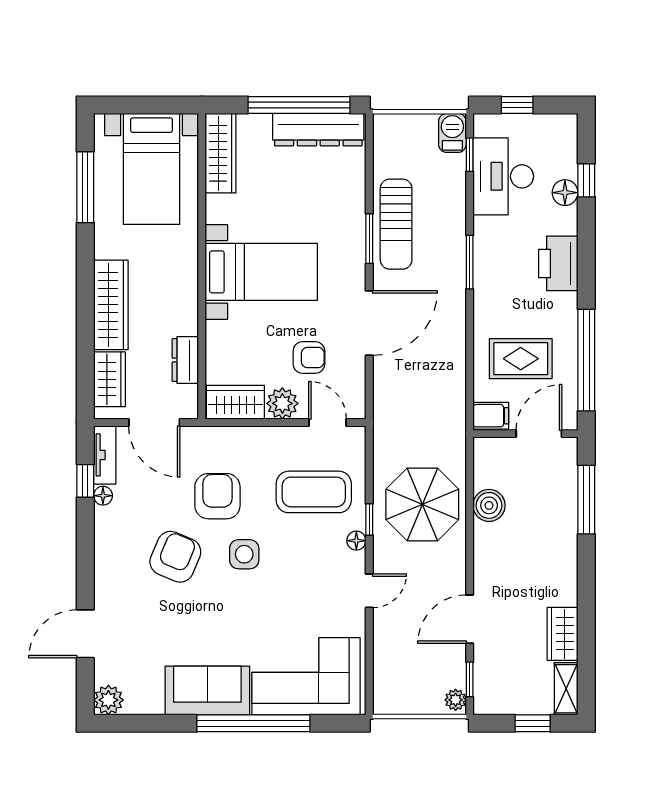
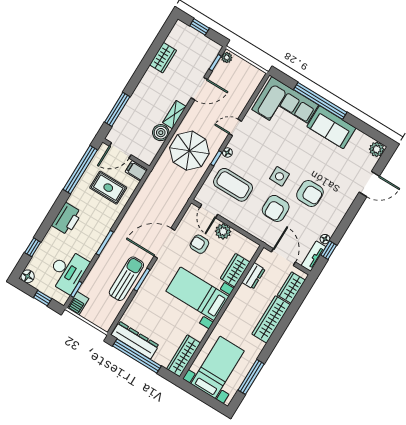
floor lamp: (565, 193) -> (28, 276), moved
wardrobe: (235, 402) -> (235, 270), moved, turned 90
armchair: (175, 557) -> (310, 193), turned -113
shelving: (566, 689) -> (174, 115), moved

